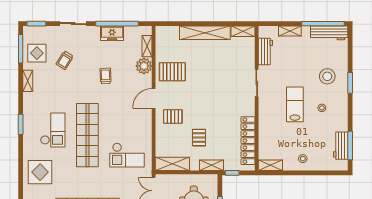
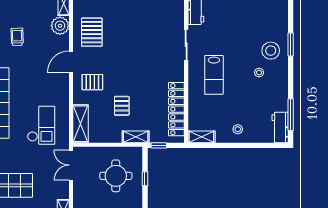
pallet: (172, 72) -> (92, 32), turned 90
stool: (327, 76) -> (271, 51), moved
lab bench: (295, 104) -> (214, 75), moved, turned 180
workbench: (341, 146) -> (280, 127), moved
checkout: (127, 155) -> (41, 125), turned -90
shelving: (172, 164) -> (80, 124), moved, turned 90

